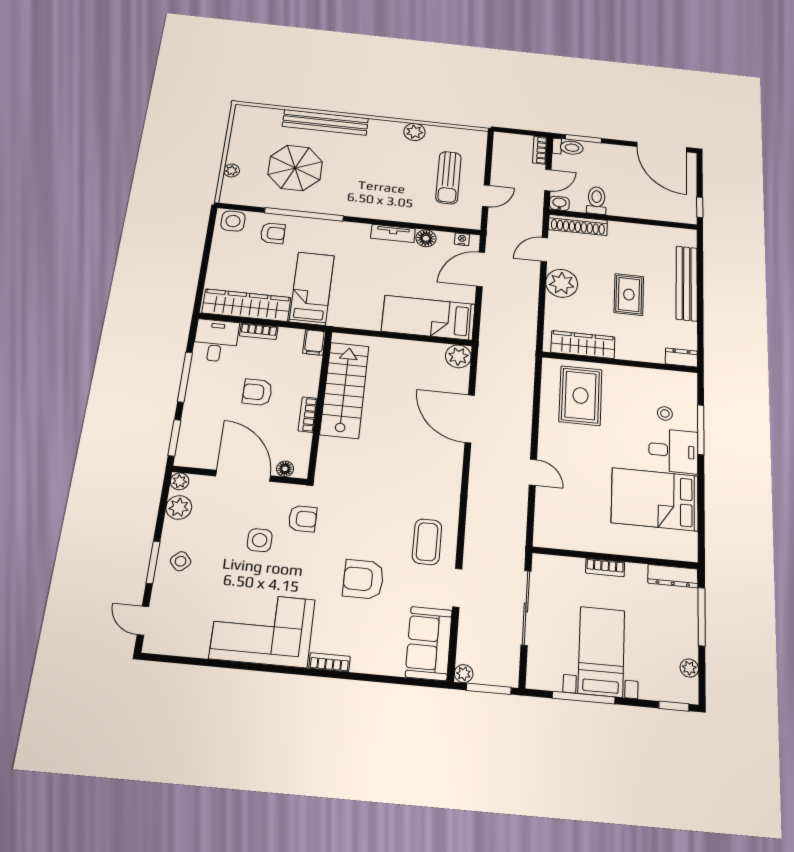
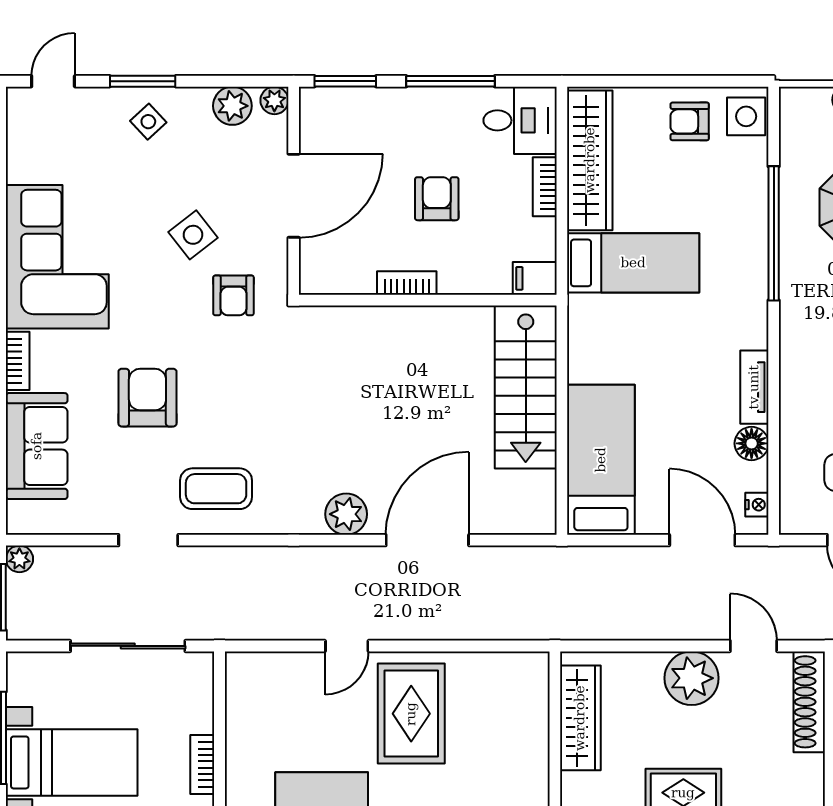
armchair: (273, 233) -> (690, 121), moved, turned 90
plant: (458, 356) -> (346, 514), moved
stairs: (344, 390) -> (526, 387), moved, turned 90
rug: (580, 396) -> (411, 714), moved, turned 90
floor lamp: (285, 469) -> (312, 258), removed
side table: (260, 540) -> (193, 235), turned -38
sofa: (429, 643) -> (37, 446), moved, turned 90

